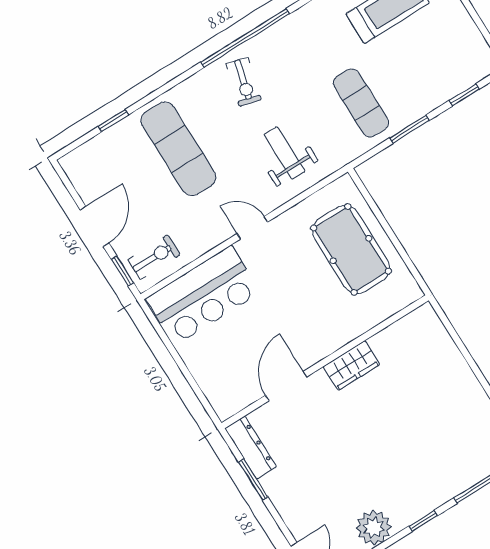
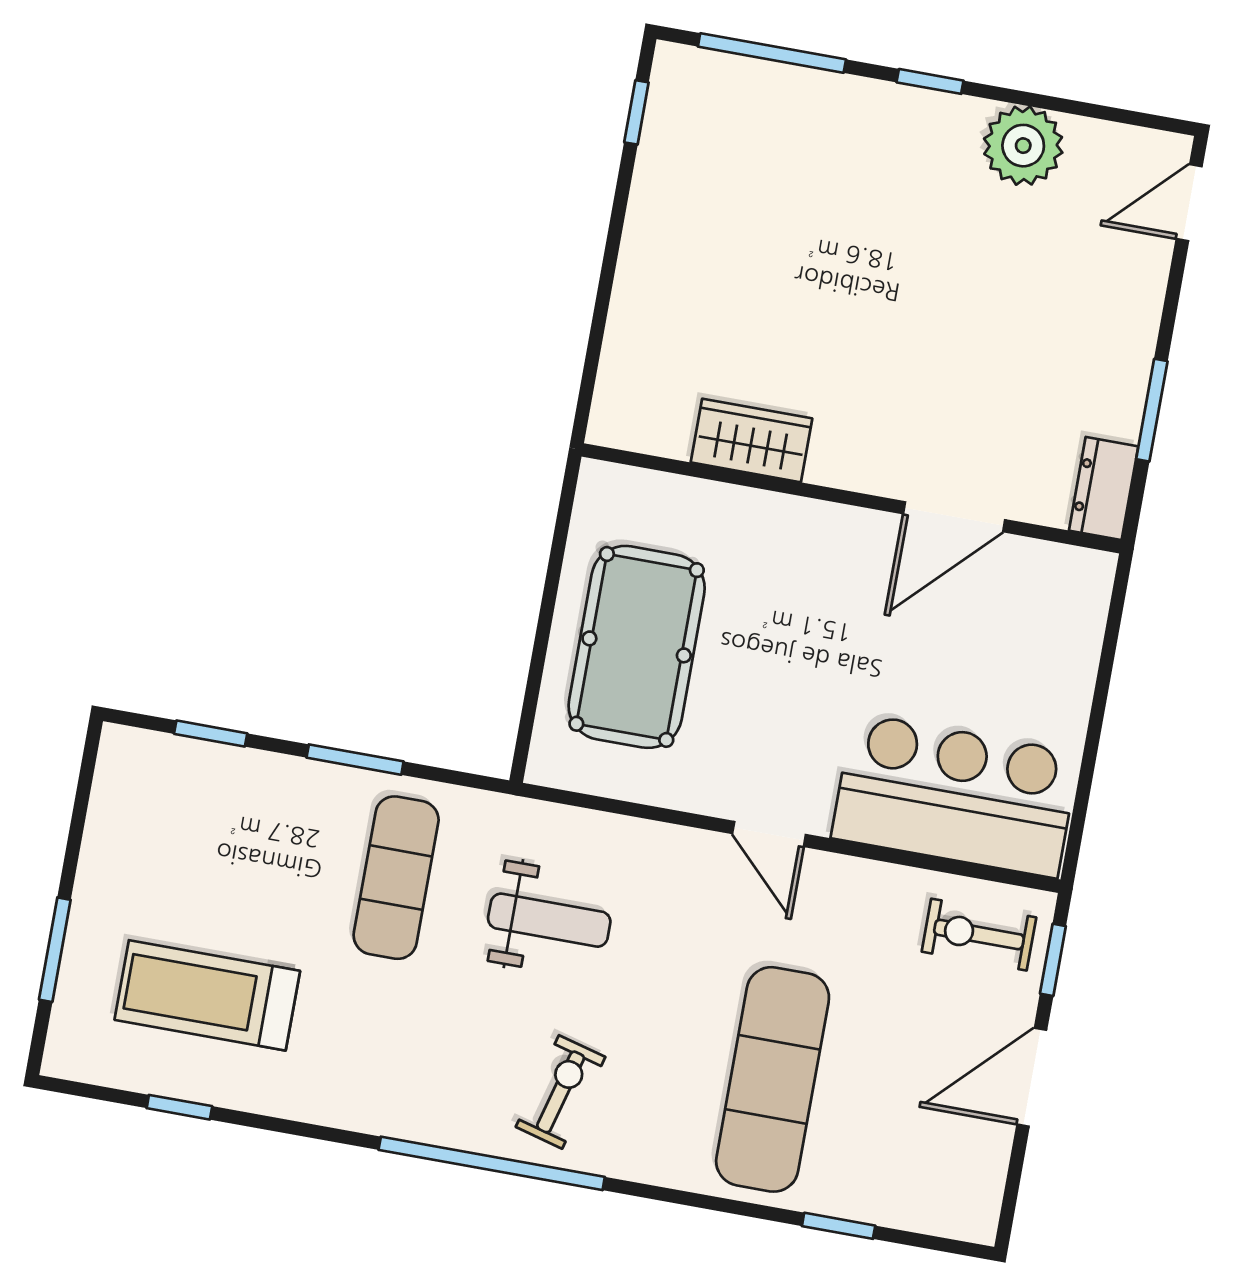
weight bench: (284, 153) -> (549, 920), moved, turned -90
wardrobe: (351, 366) -> (751, 440), moved
dresser: (251, 448) -> (1104, 488), width x0.70

